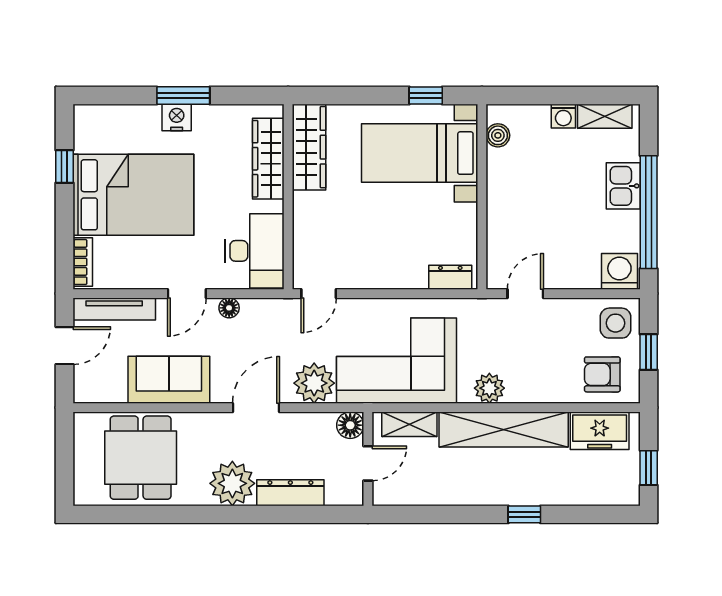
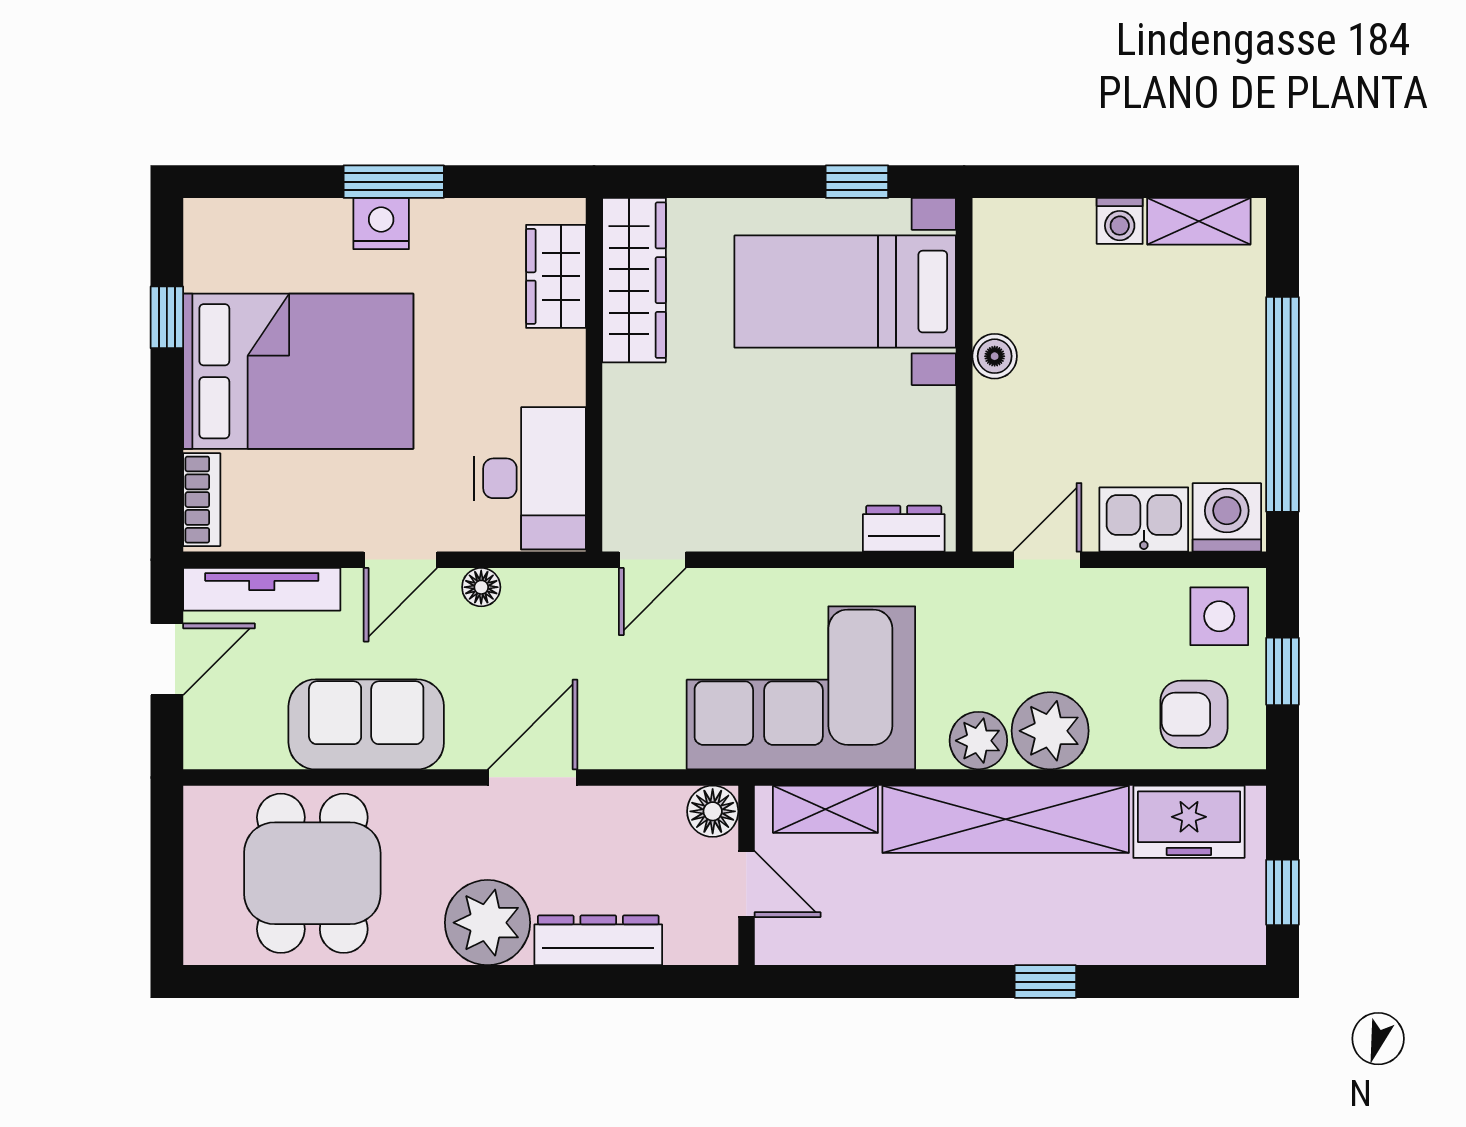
boiler: (498, 135) -> (995, 356), moved
wardrobe: (268, 159) -> (556, 276), width x0.67
kitchen sink: (623, 186) -> (1144, 520), moved, turned 90
plant: (314, 383) -> (1050, 731), moved
door: (368, 463) -> (746, 884), hinge flipped

